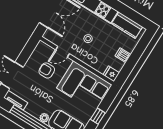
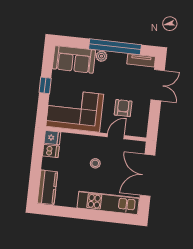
kitchen counter: (127, 25) -> (47, 187), moved, turned 90
dishwasher: (123, 55) -> (51, 151), moved
armchair: (47, 70) -> (123, 108), turned -90

